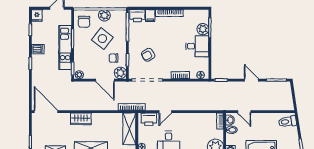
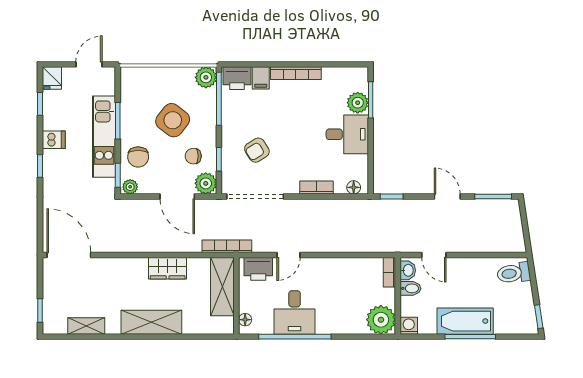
plant: (104, 15) -> (206, 77), moved
chair: (84, 22) -> (138, 157), moved
wardrobe: (81, 119) -> (168, 268), moved

